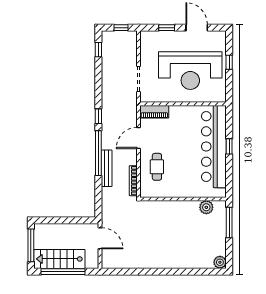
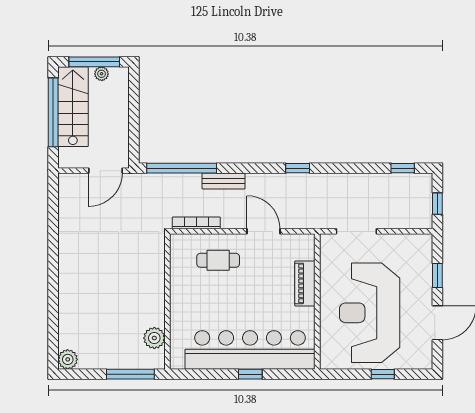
piano: (154, 112) -> (305, 283), moved
window: (98, 153) -> (182, 168), moved
bench: (107, 168) -> (224, 181), width x0.73
plant: (39, 241) -> (102, 74), added

